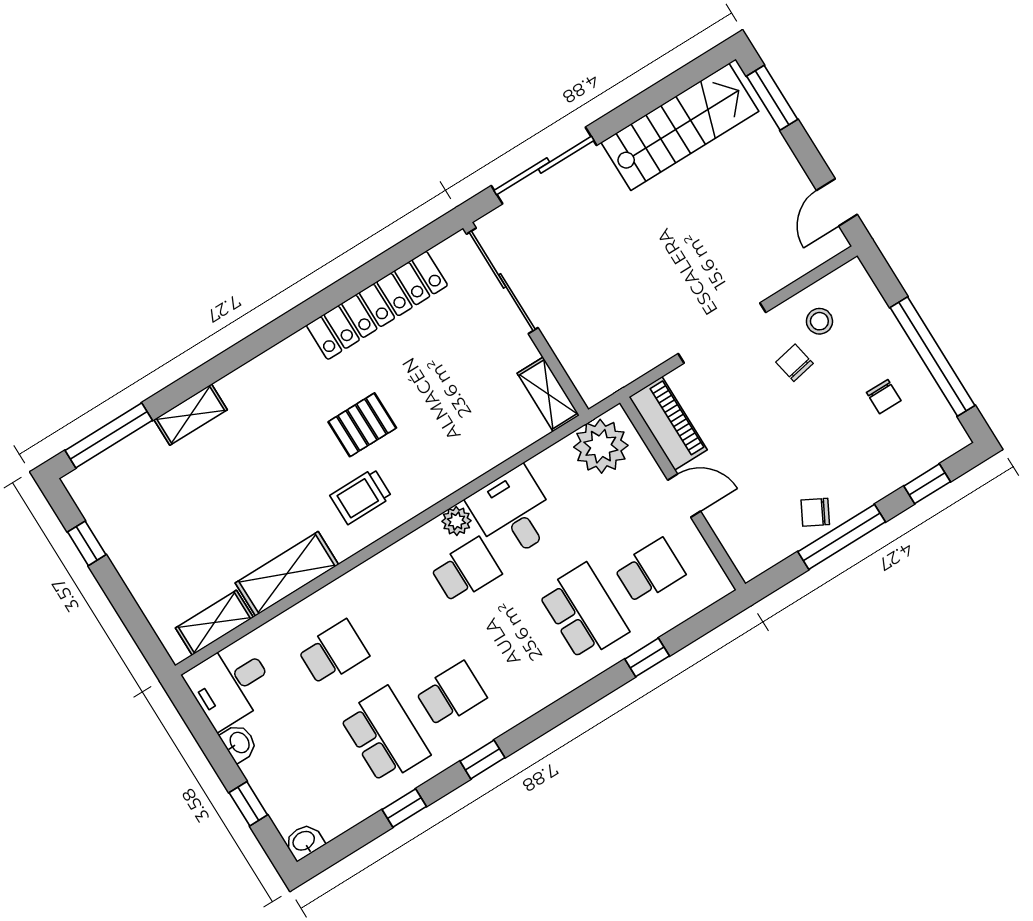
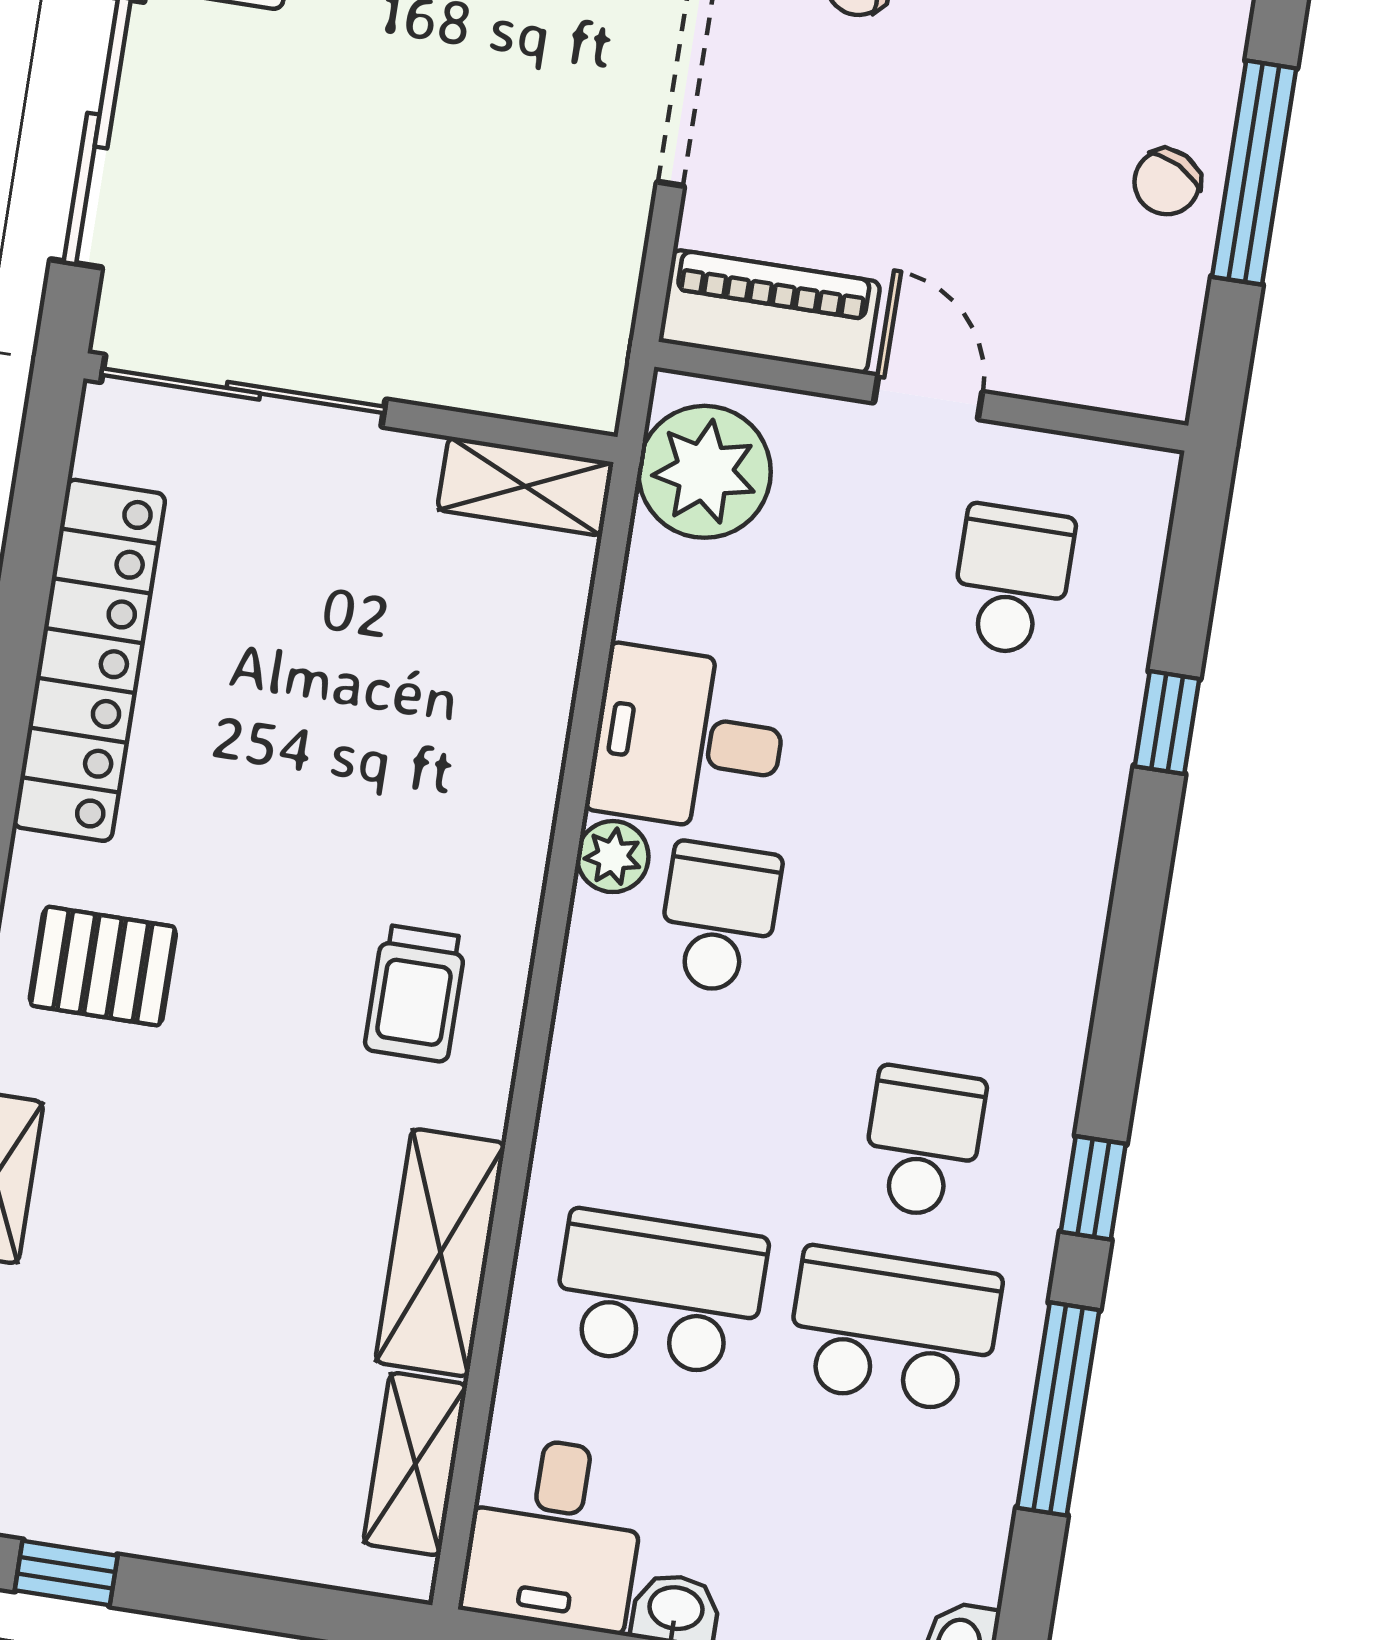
pallet: (362, 425) -> (103, 966), moved, turned 90
door: (684, 496) -> (928, 397), hinge flipped
school desk: (583, 612) -> (982, 768), removed
school desk: (333, 653) -> (660, 1292), width x1.85
window: (404, 808) -> (1058, 1409), width x2.17

